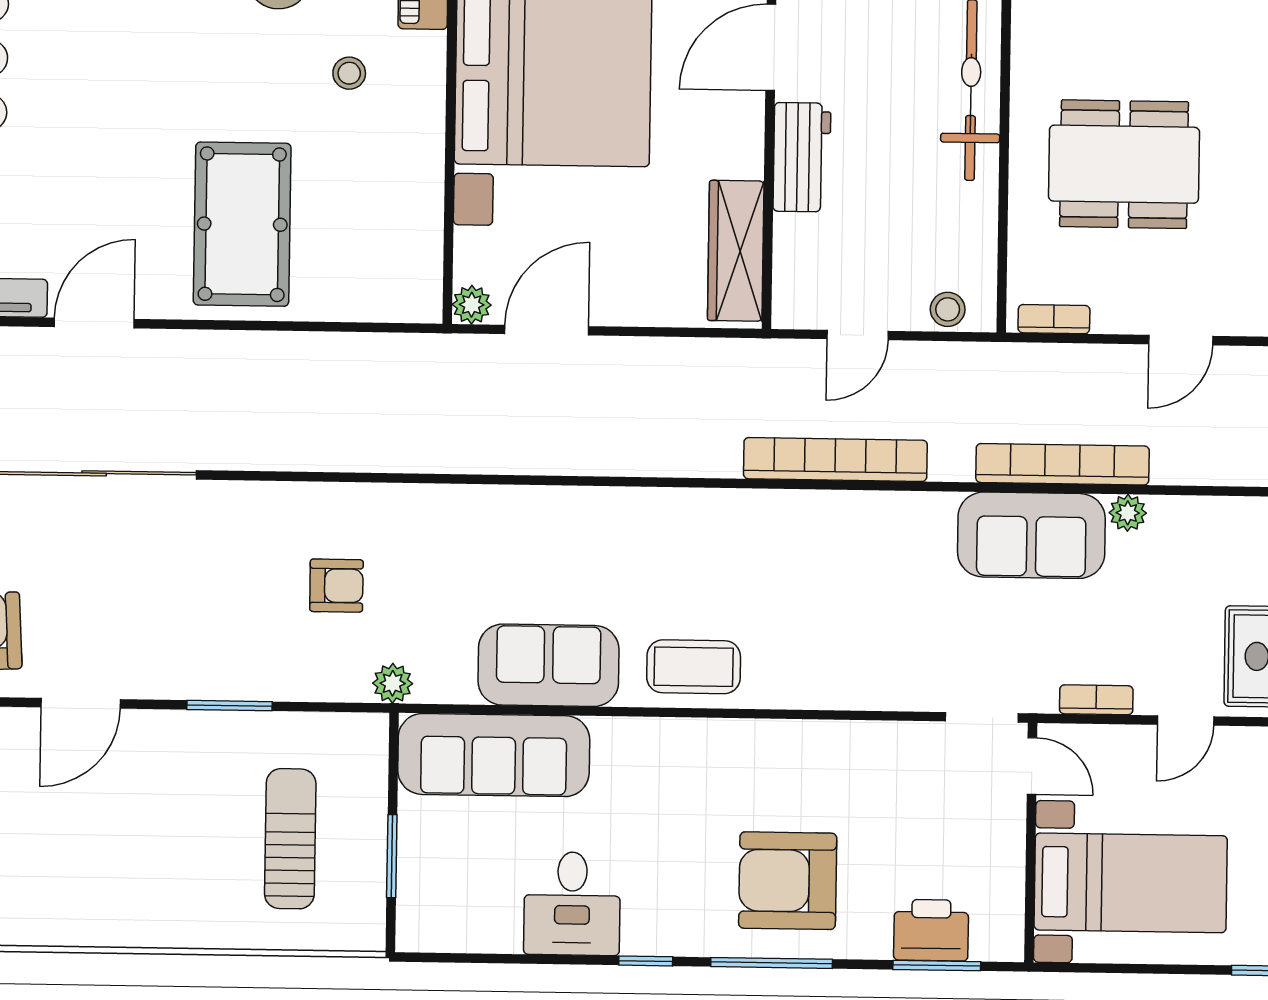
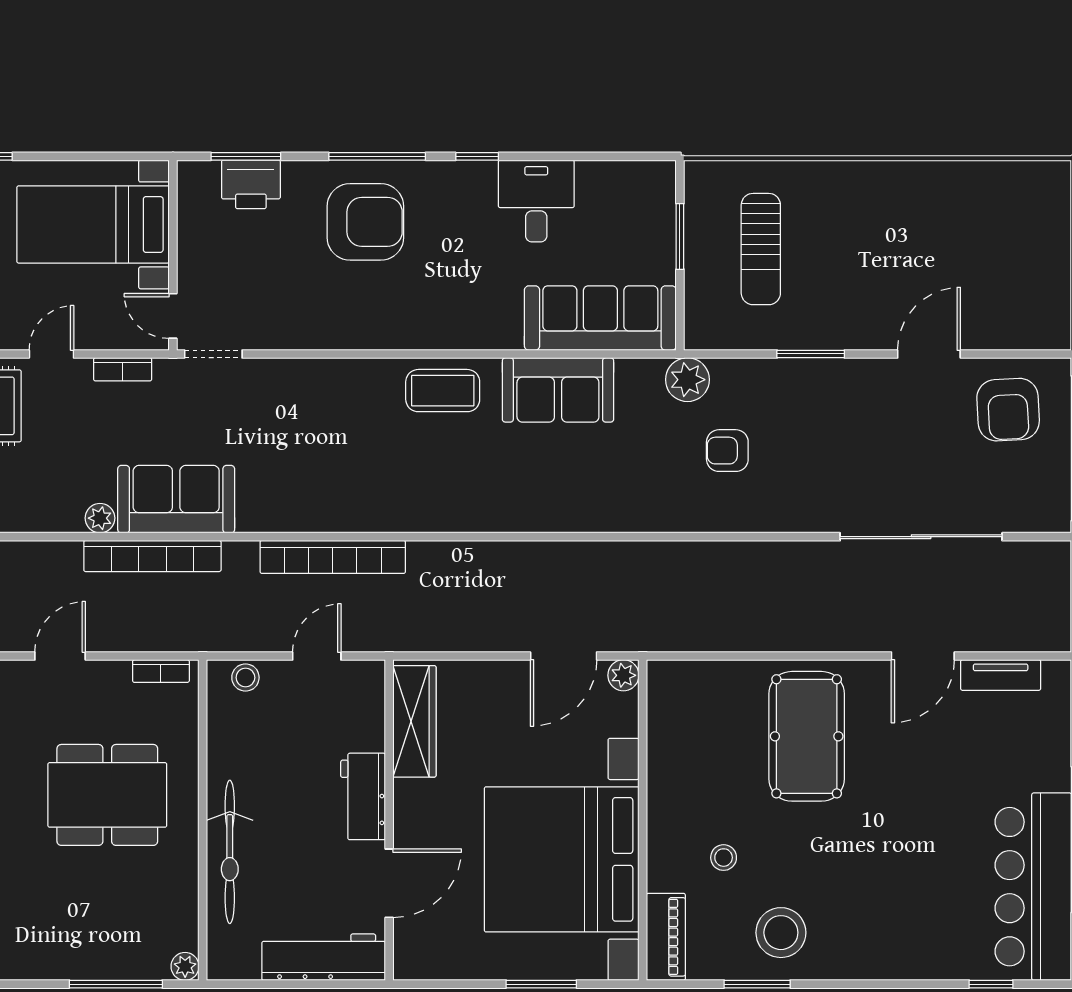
plant: (393, 683) -> (687, 380), width x1.38, depth x1.38

